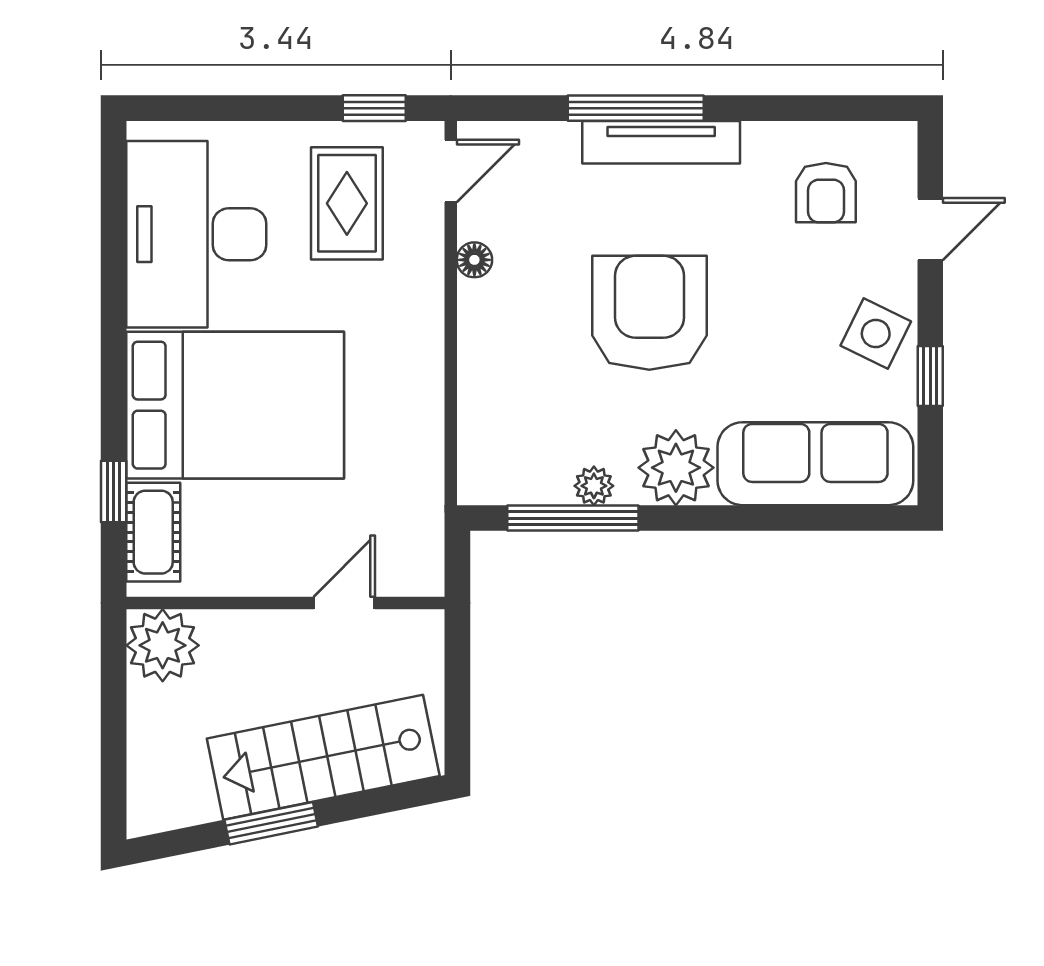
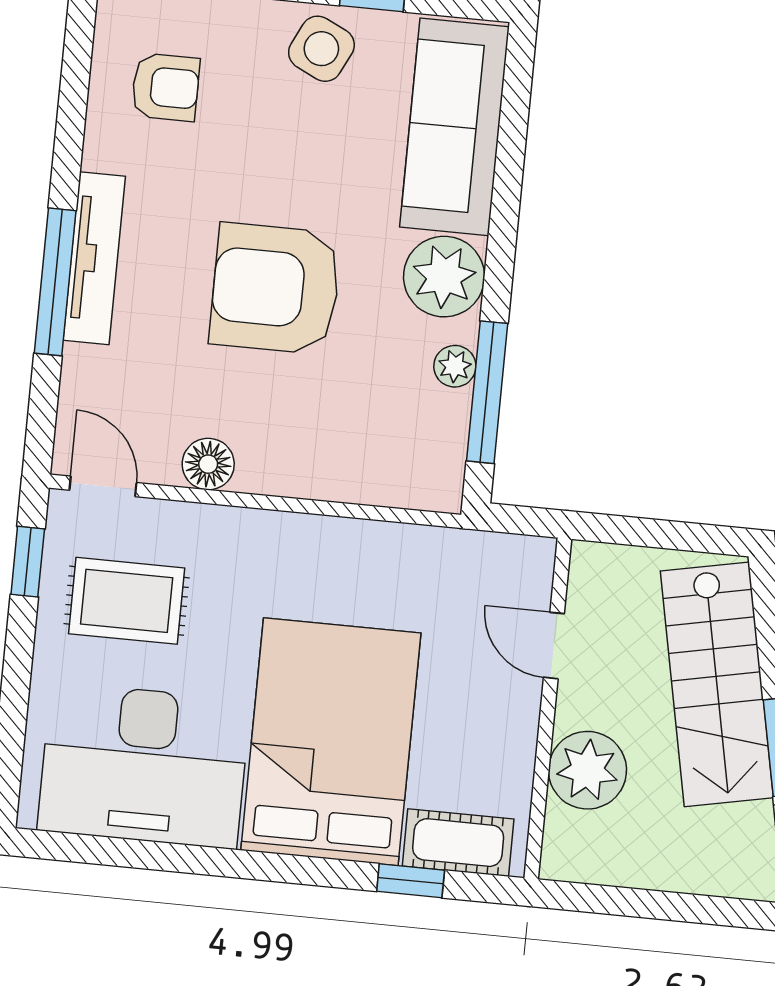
floor lamp: (474, 260) -> (208, 464), width x1.37, depth x1.37
plant: (163, 645) -> (587, 770), moved

